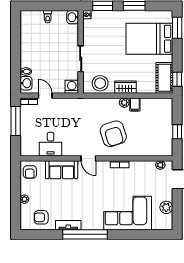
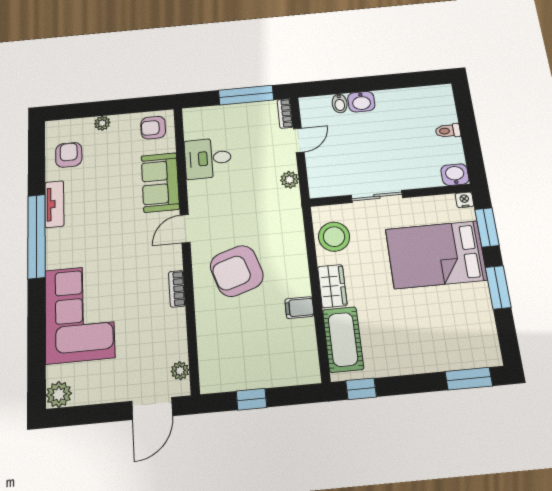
bed: (149, 39) -> (436, 255), moved, turned -90
cot: (164, 78) -> (343, 339), moved, turned 90
washbasin: (26, 83) -> (361, 102), moved
washing machine: (72, 87) -> (321, 186), removed
plant: (124, 103) -> (290, 180), moved
plant: (166, 207) -> (59, 394), moved

